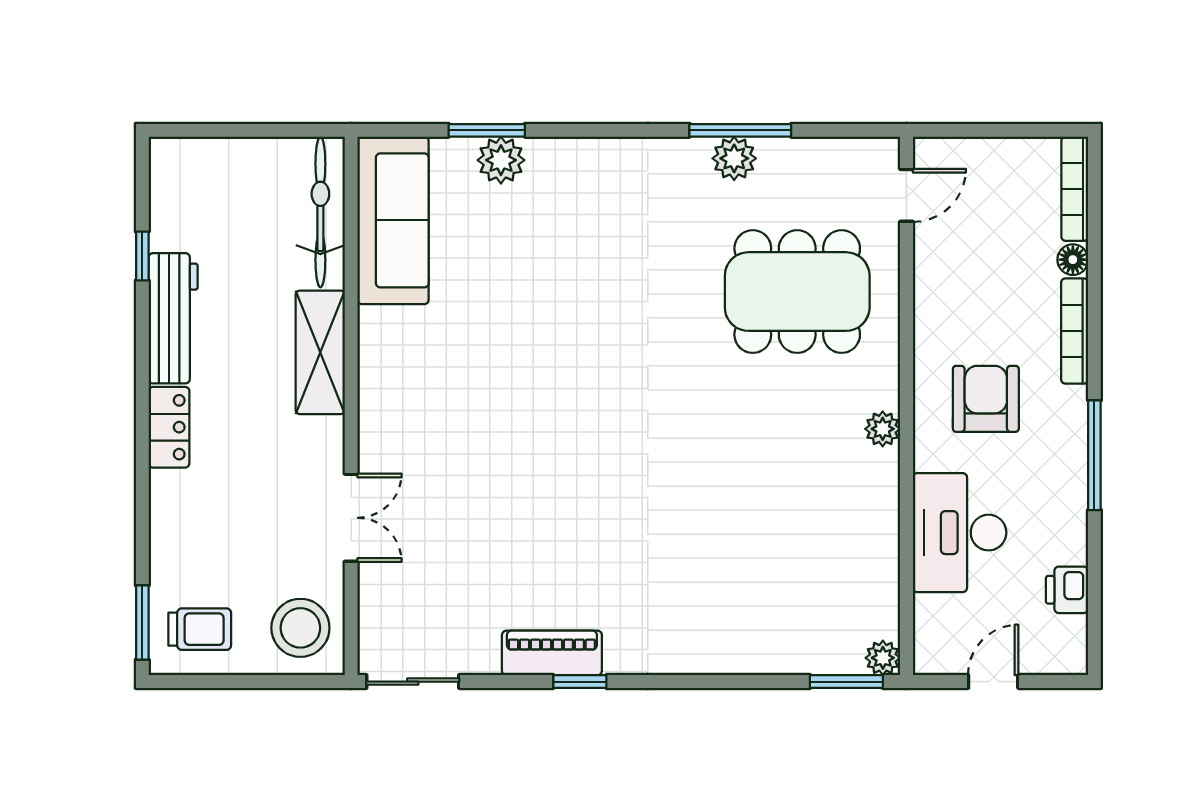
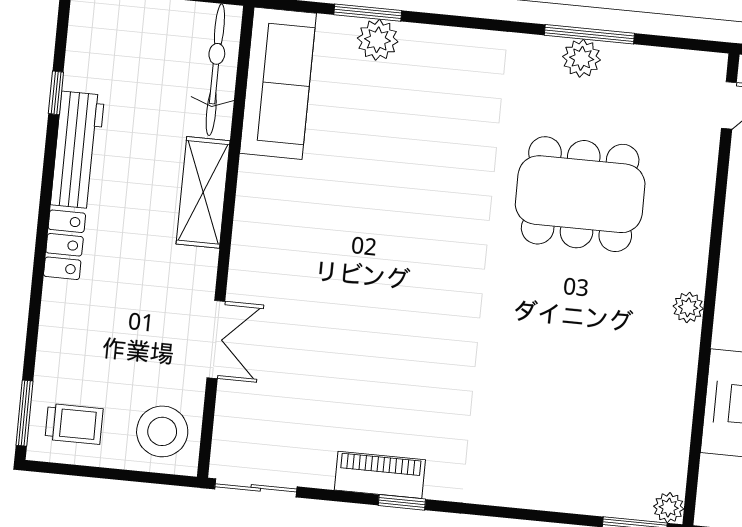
dining table: (797, 292) -> (580, 194), moved

